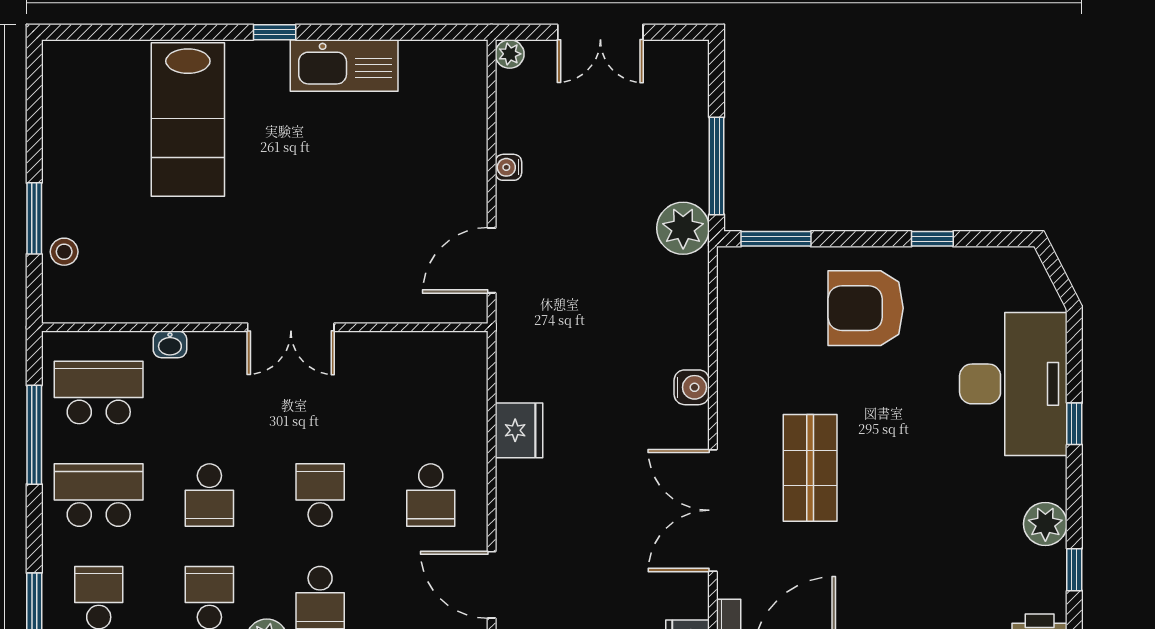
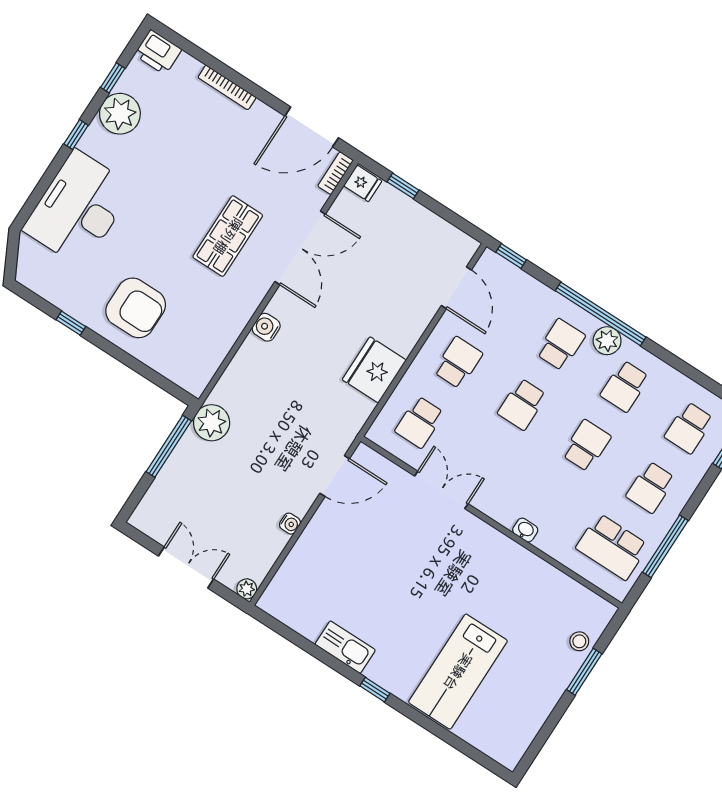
kitchen sink: (344, 65) -> (345, 647), width x0.73, depth x0.81
lab bench: (188, 120) -> (458, 672), turned 180
window: (776, 239) -> (162, 382), removed
double door: (291, 327) -> (441, 490), moved
washbasin: (170, 344) -> (525, 530), moved
school desk: (431, 393) -> (420, 422), added
window: (1074, 424) -> (76, 135), moved
fridge: (519, 430) -> (374, 370), width x1.36, depth x1.34
school desk: (99, 495) -> (651, 487), width x0.54
plant: (1045, 524) -> (120, 114), width x1.36, depth x1.36

